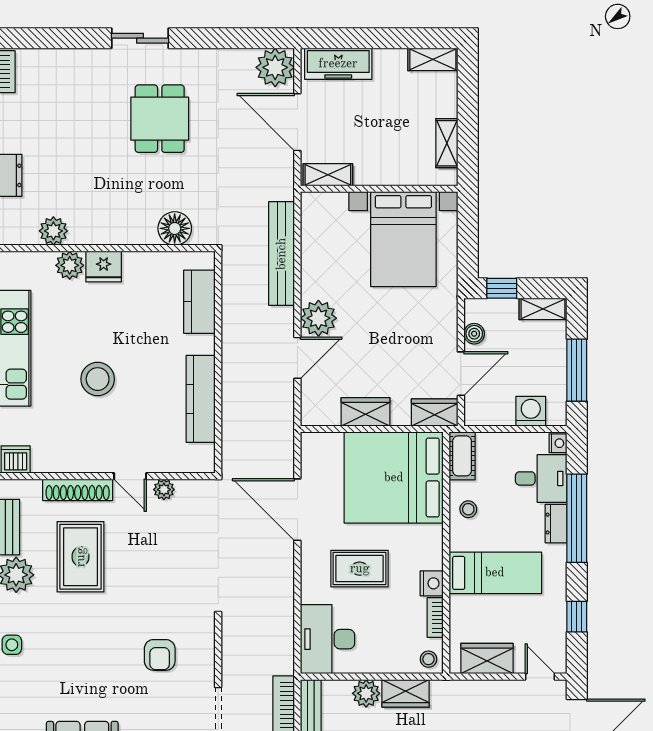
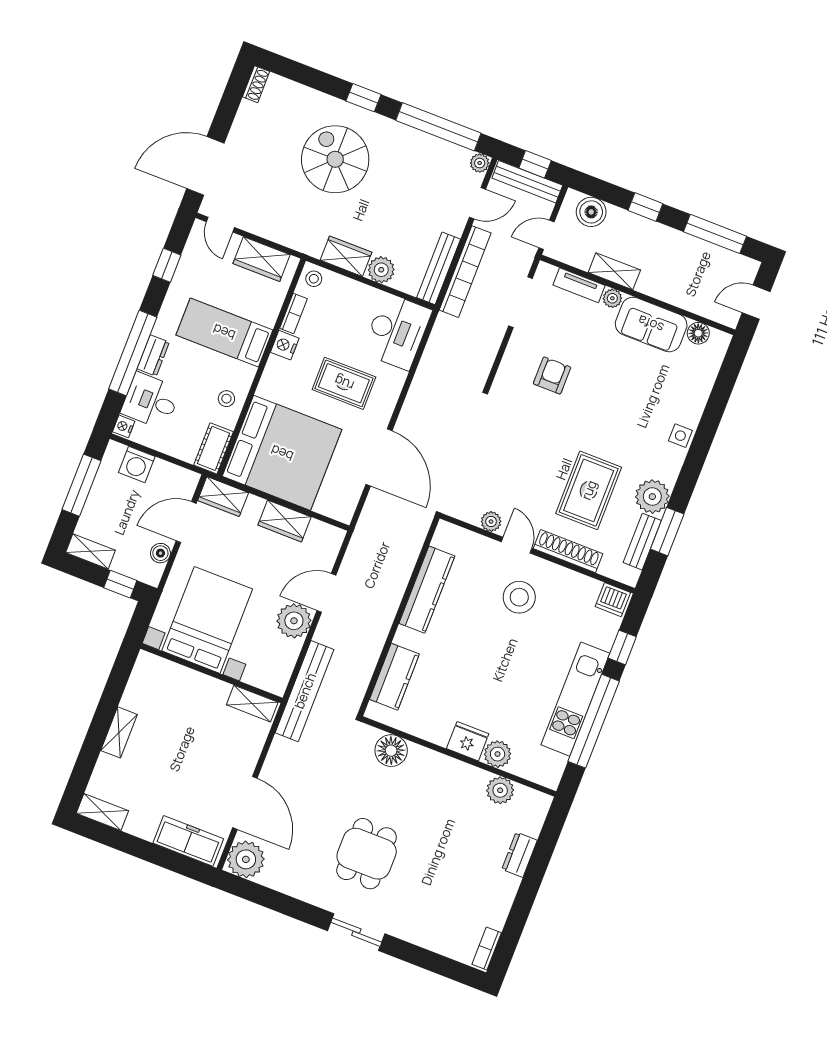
shelving: (328, 175) -> (252, 704), moved
wall: (379, 189) -> (211, 673), moved
bed with nightstands: (403, 239) -> (207, 620), moved
stool: (98, 379) -> (519, 597), moved

